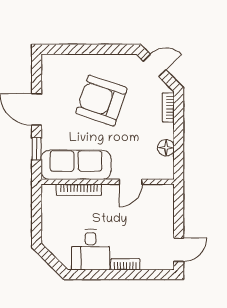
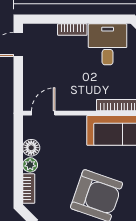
plant: (167, 131) -> (30, 165), added
door: (131, 182) -> (43, 113), moved

